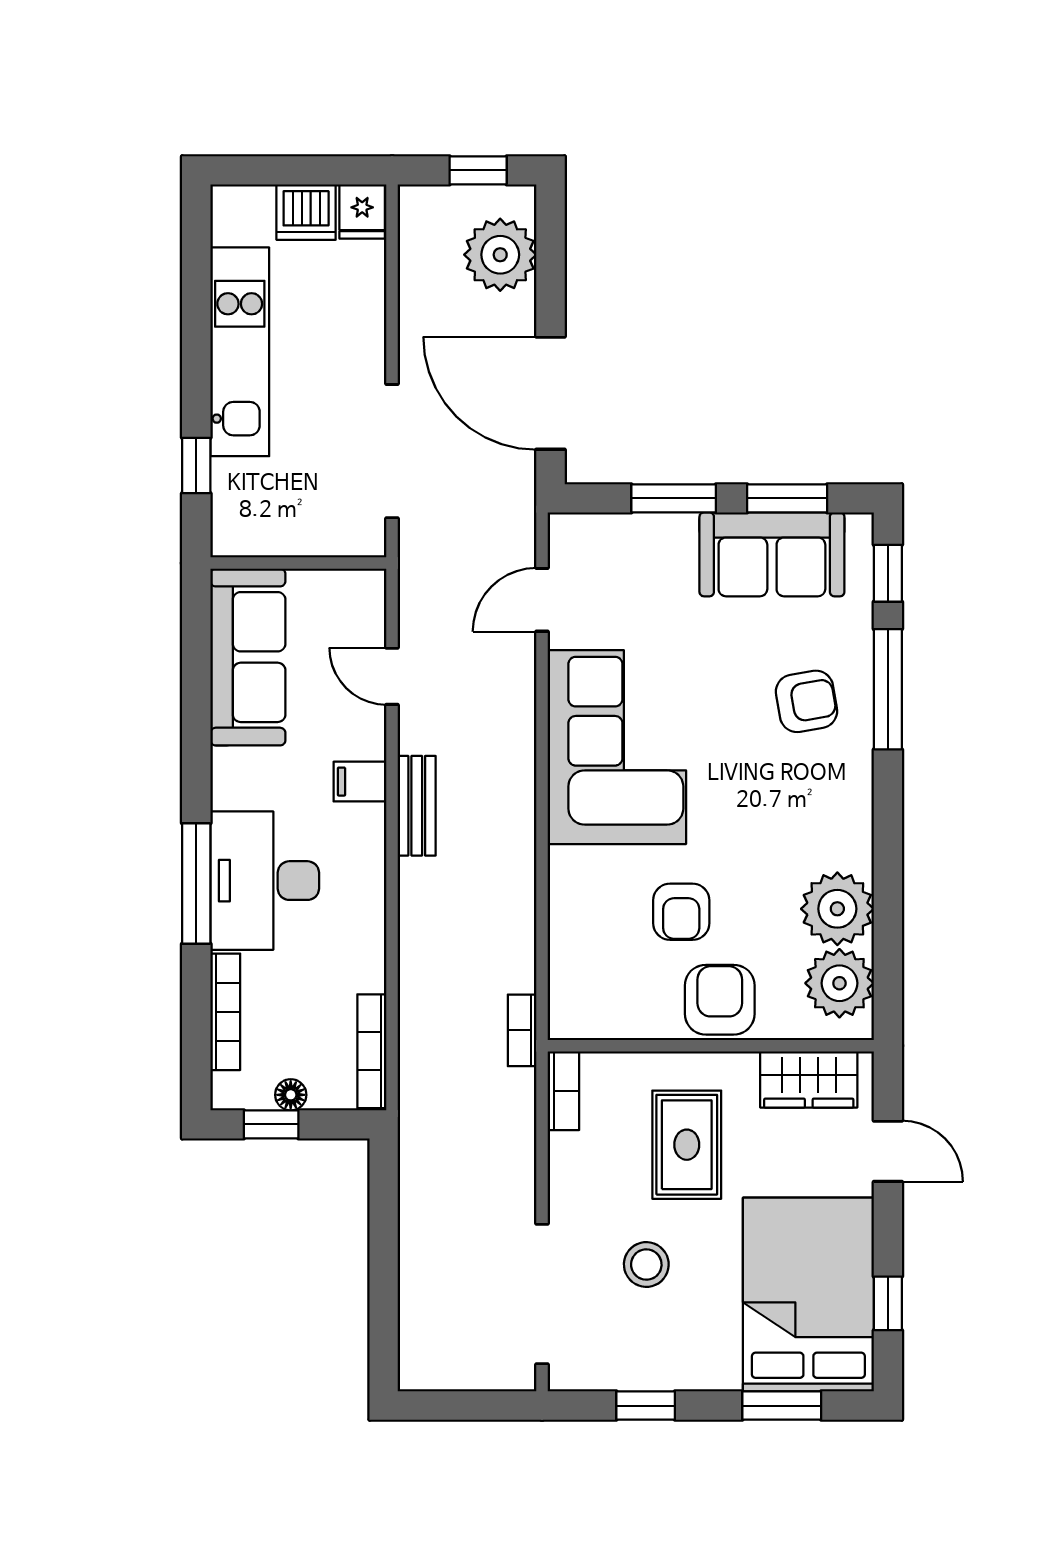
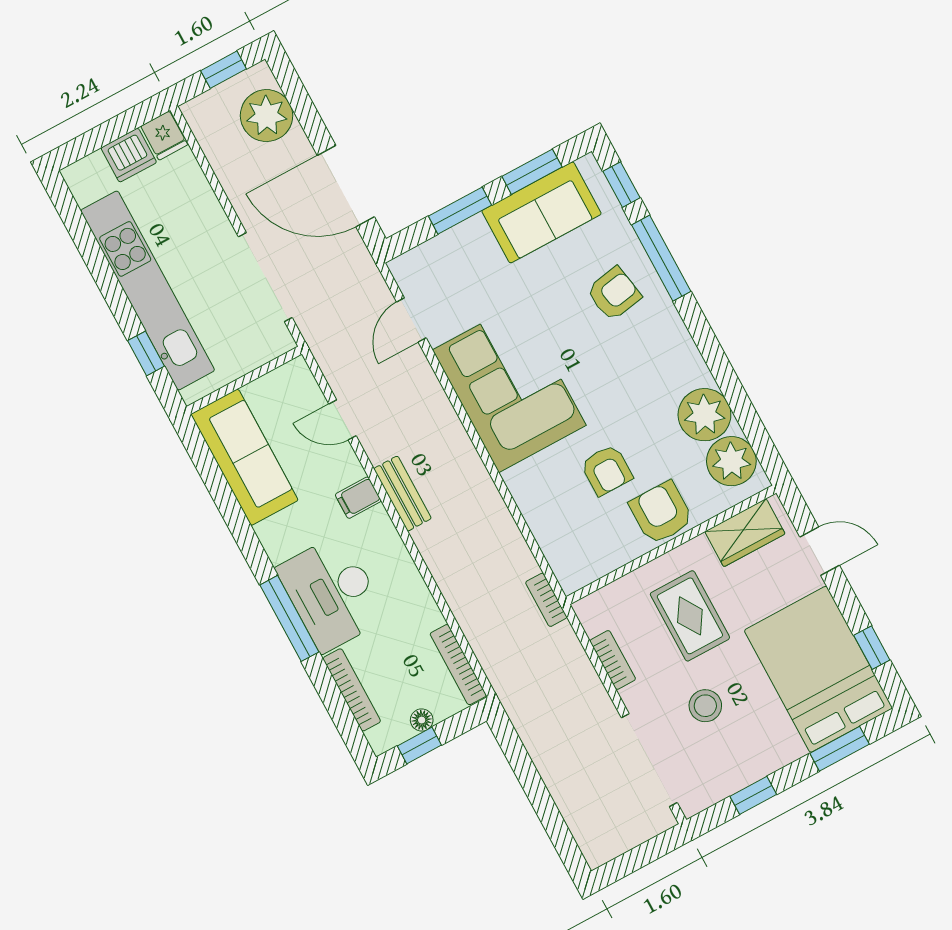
kitchen unit: (240, 352) -> (148, 290), width x1.36
bookcase: (563, 1091) -> (613, 660), moved

